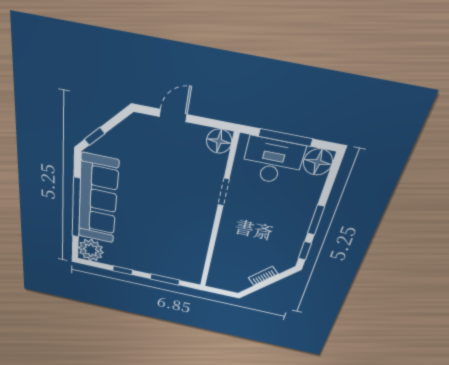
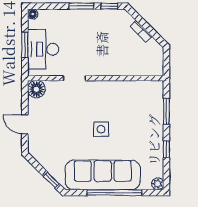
window: (285, 137) -> (25, 45), width x0.69
floor lamp: (318, 162) -> (33, 14), width x0.53, depth x0.53
side table: (154, 209) -> (101, 129), added
plant: (91, 250) -> (158, 184), width x0.53, depth x0.53

